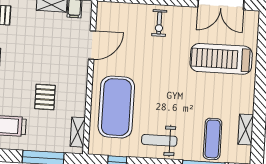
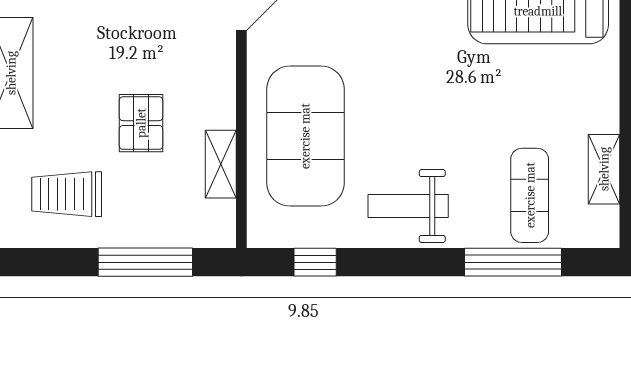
shelving: (78, 132) -> (221, 164), moved

